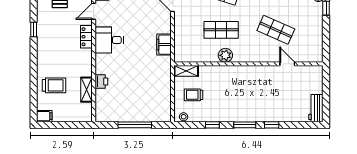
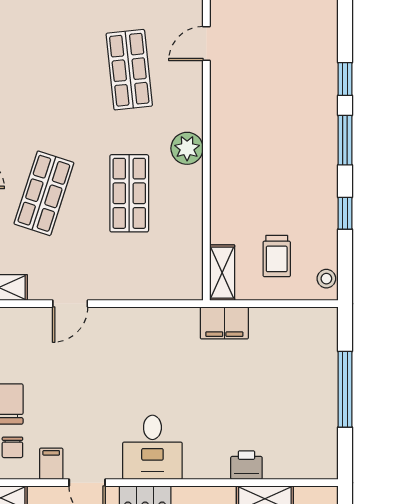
shop shelf: (276, 30) -> (129, 70), turned -30
filing cabinet: (164, 45) -> (224, 323), moved
plant: (225, 55) -> (187, 148), moved

